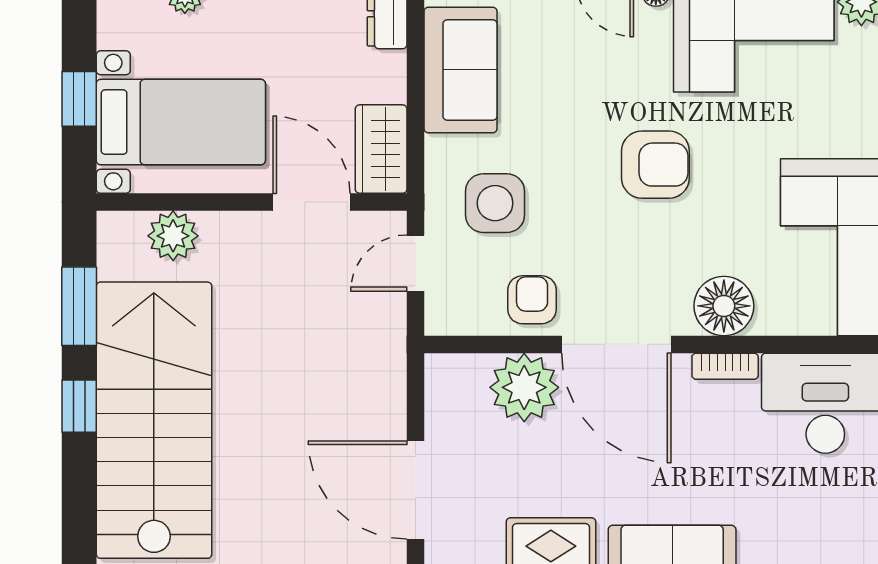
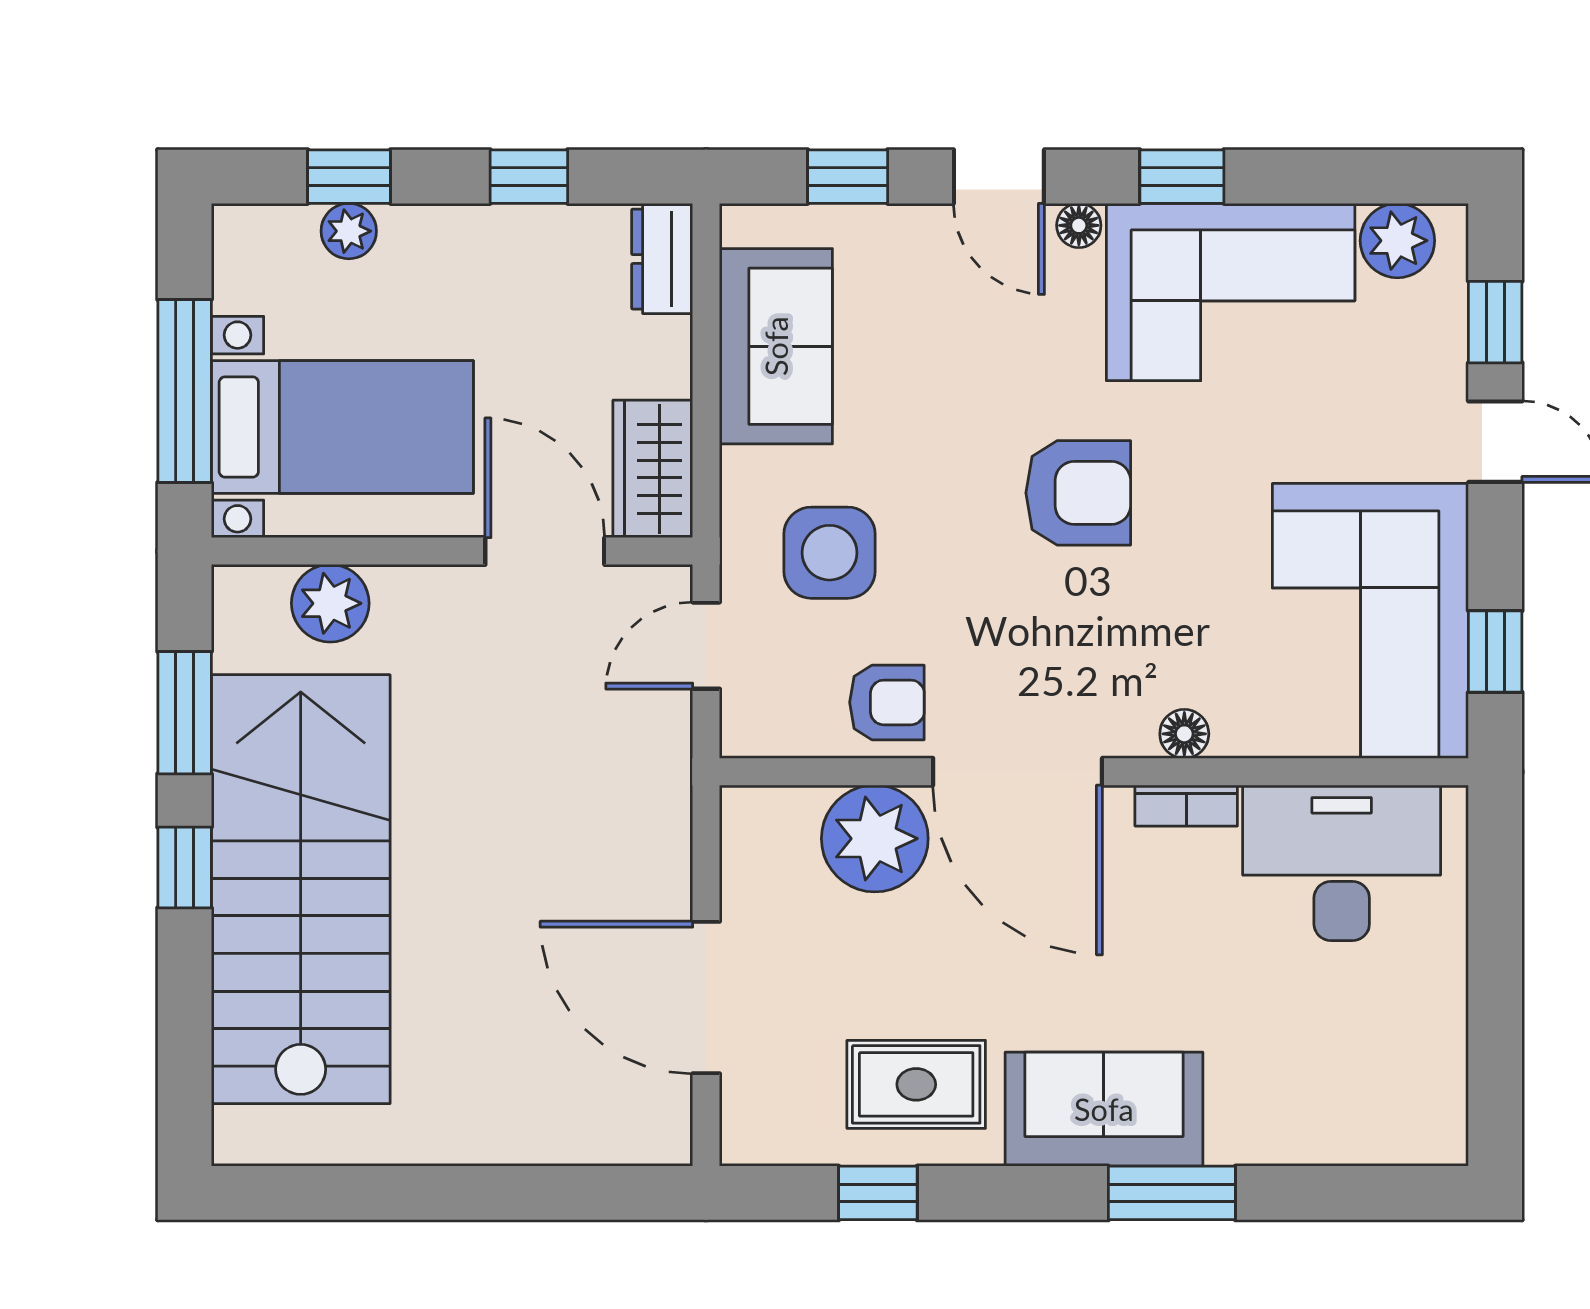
window: (79, 99) -> (185, 391), width x2.17
armchair: (532, 300) -> (887, 702), turned 90
floor lamp: (724, 306) -> (1184, 734), width x0.53, depth x0.53

